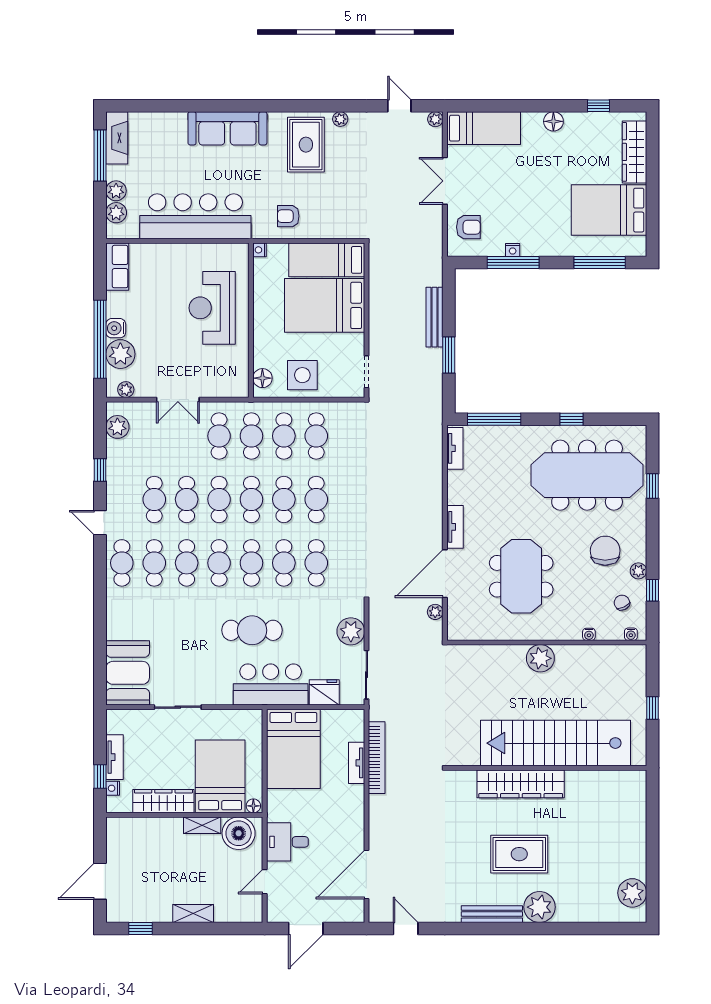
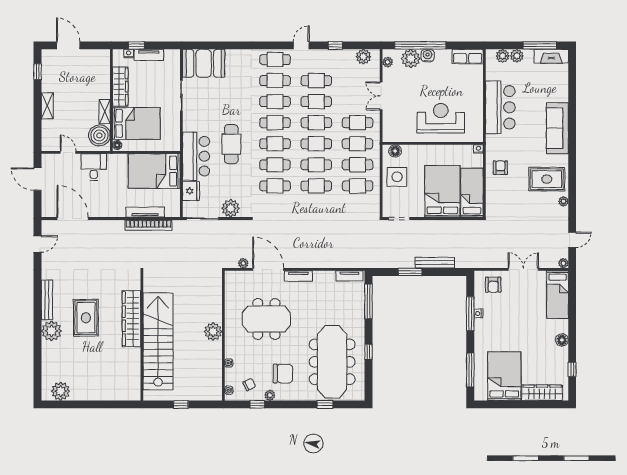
bar counter: (195, 216) -> (500, 107), width x0.73
tv unit: (357, 763) -> (145, 212), width x1.41

